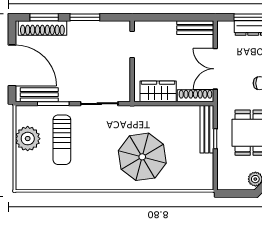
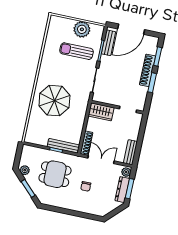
shoe rack: (42, 28) -> (147, 70), moved
plant: (226, 28) -> (126, 172), added
wardrobe: (158, 91) -> (101, 112), moved, turned 90

